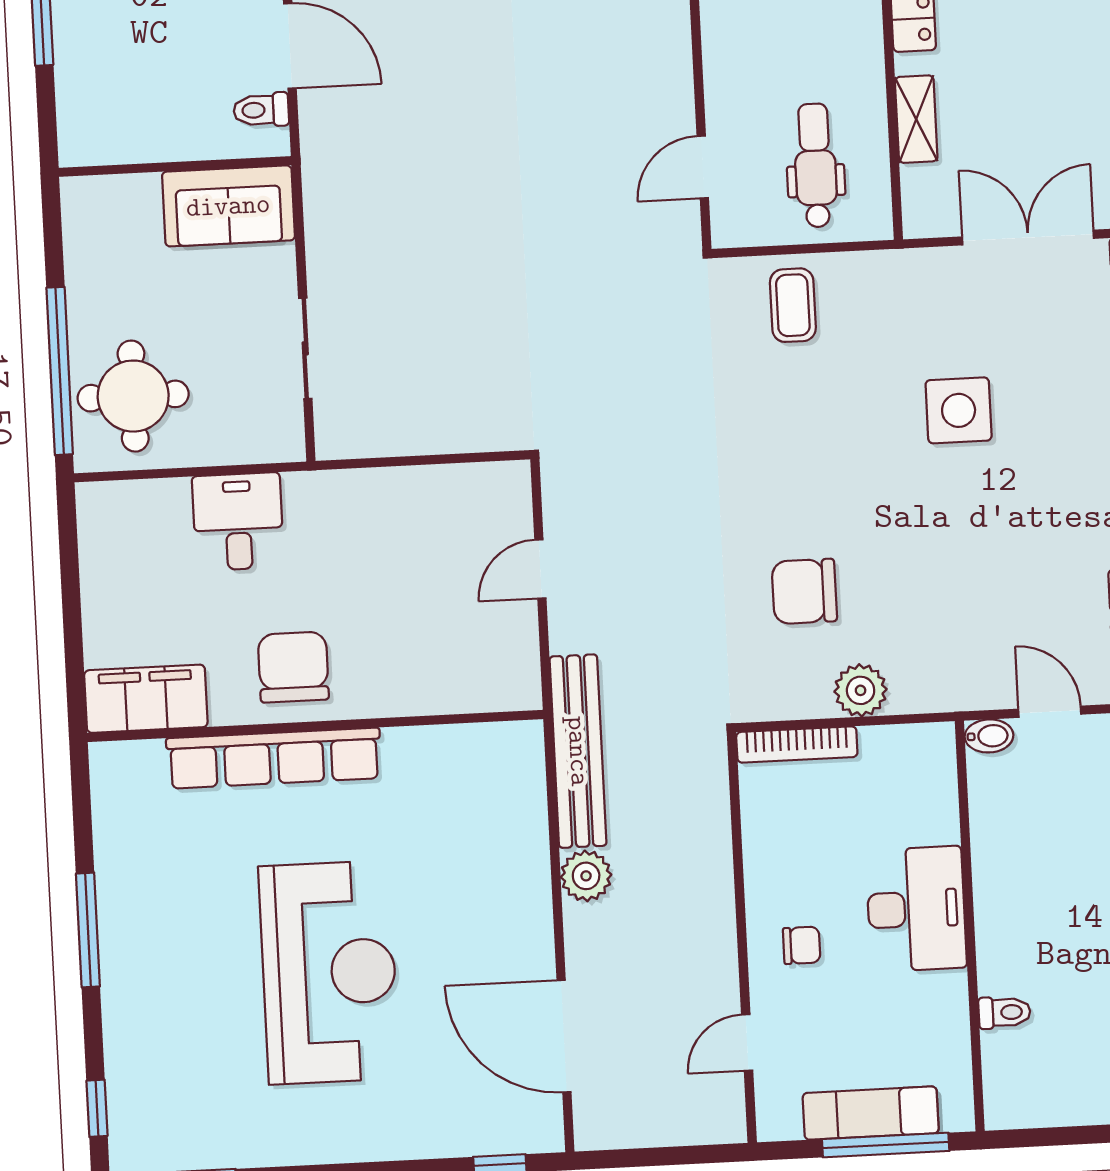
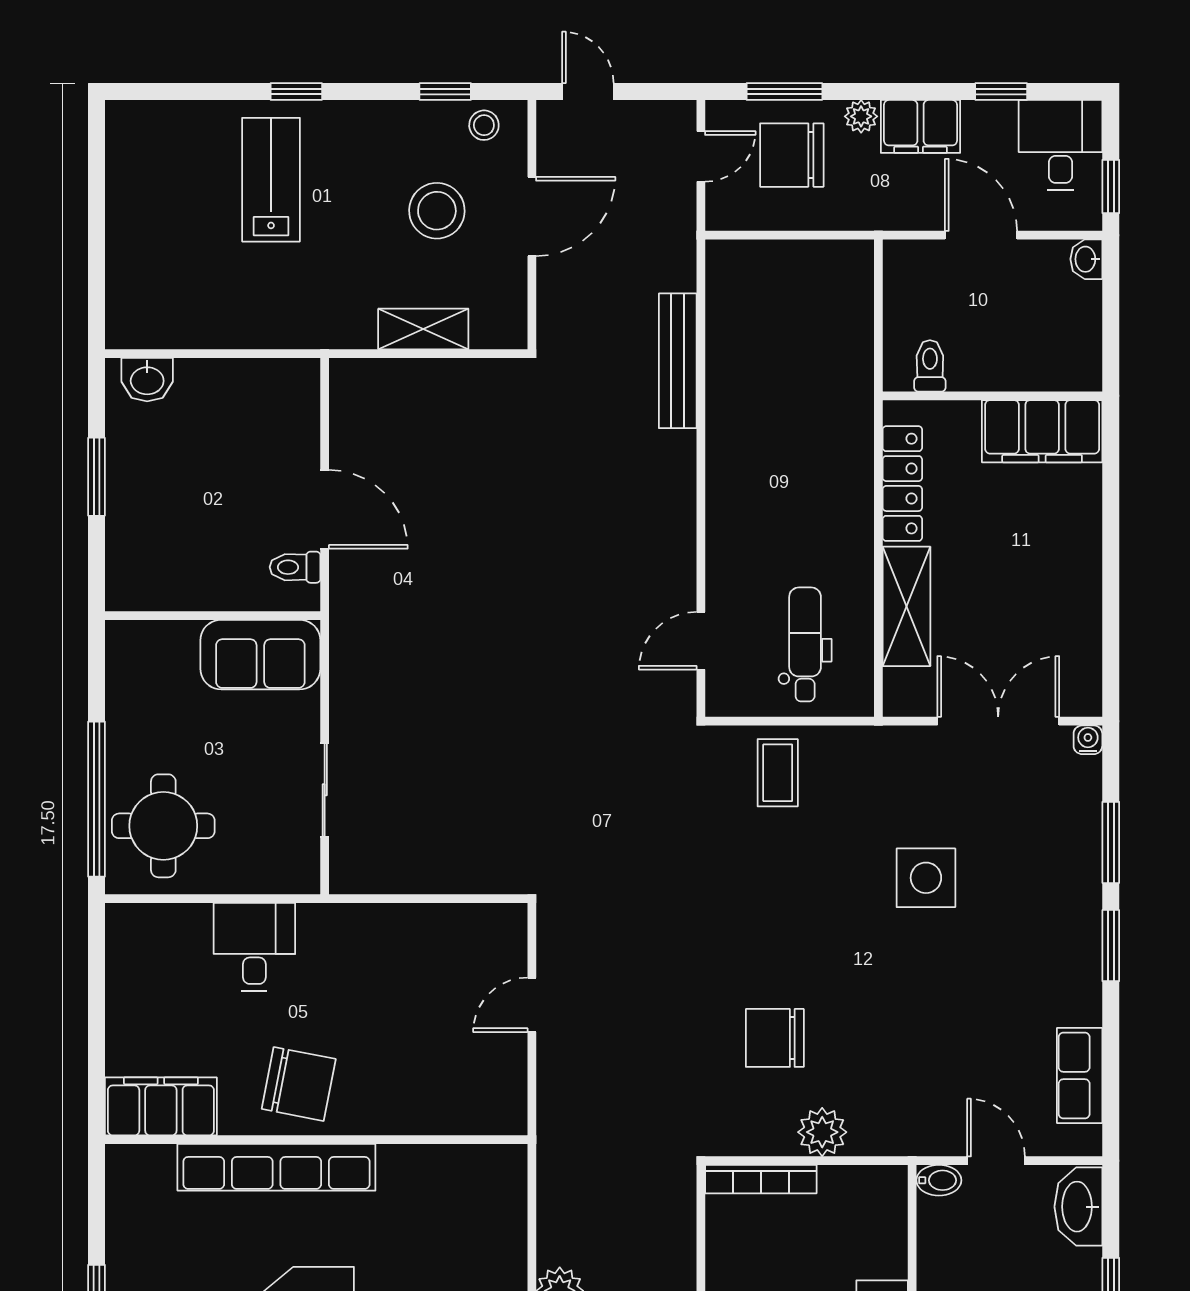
shelving: (916, 119) -> (906, 606), width x1.50, depth x1.33
chair: (293, 667) -> (299, 1084), turned 101
bench: (578, 751) -> (558, 1175), removed

